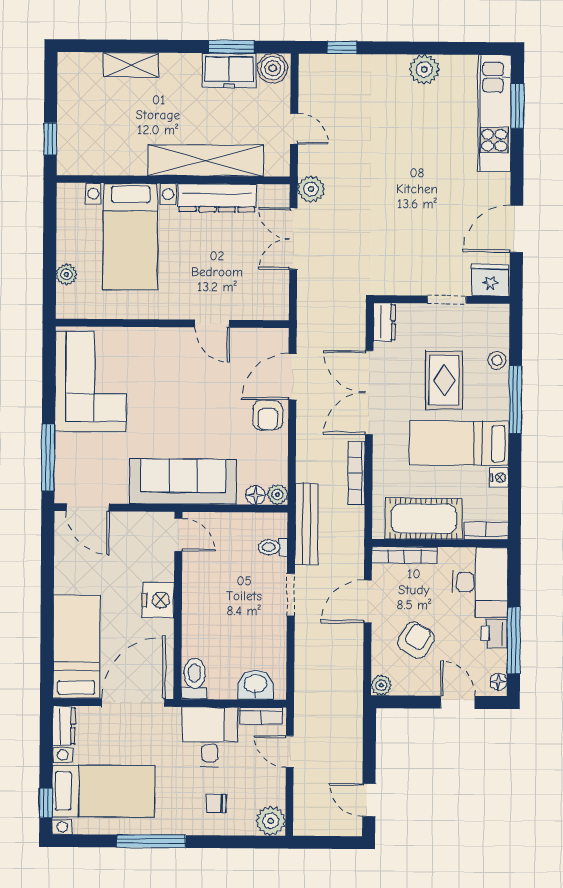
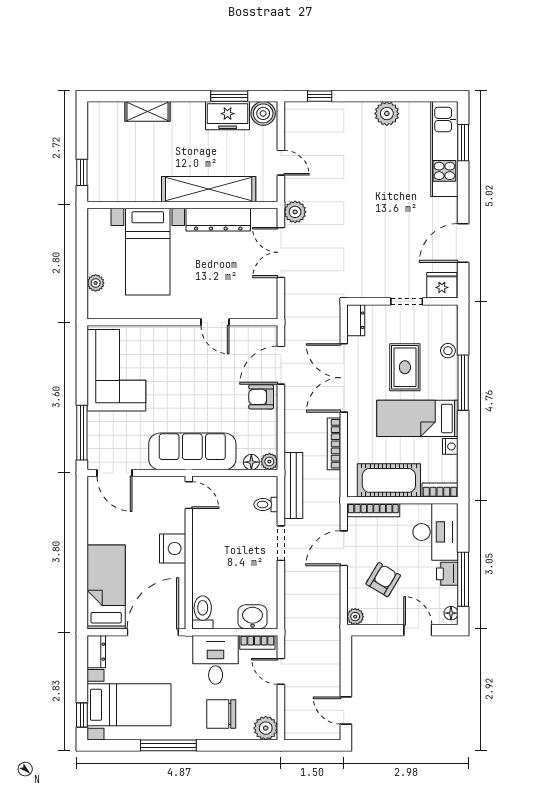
armchair: (268, 415) -> (261, 397), turned 90
chair: (216, 803) -> (221, 714), width x1.87, depth x1.87

